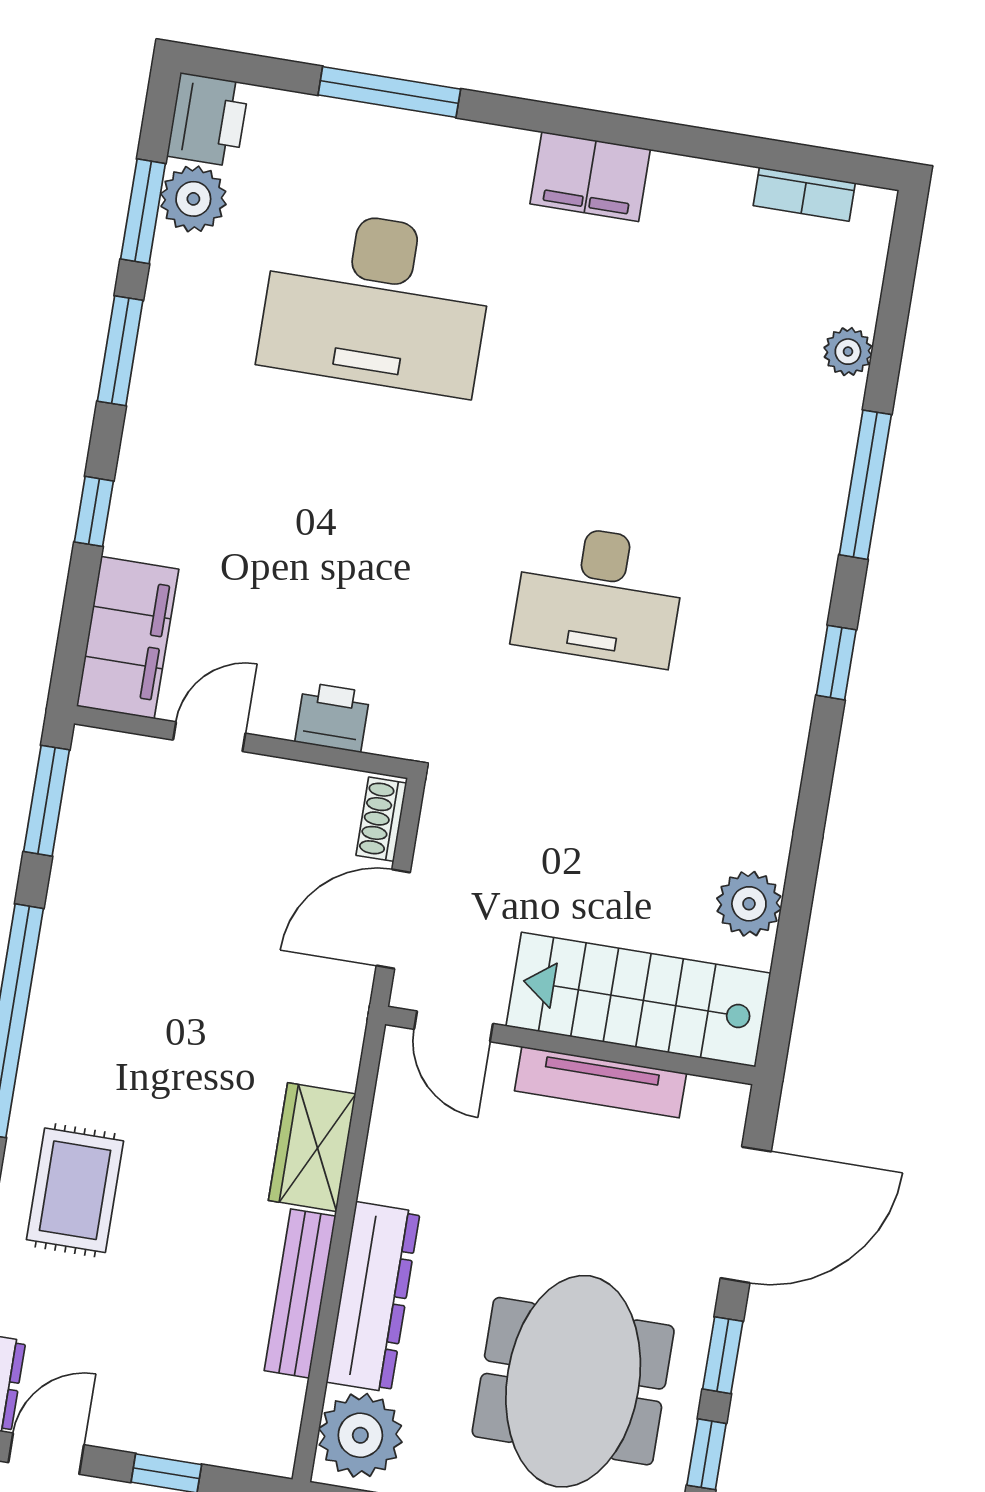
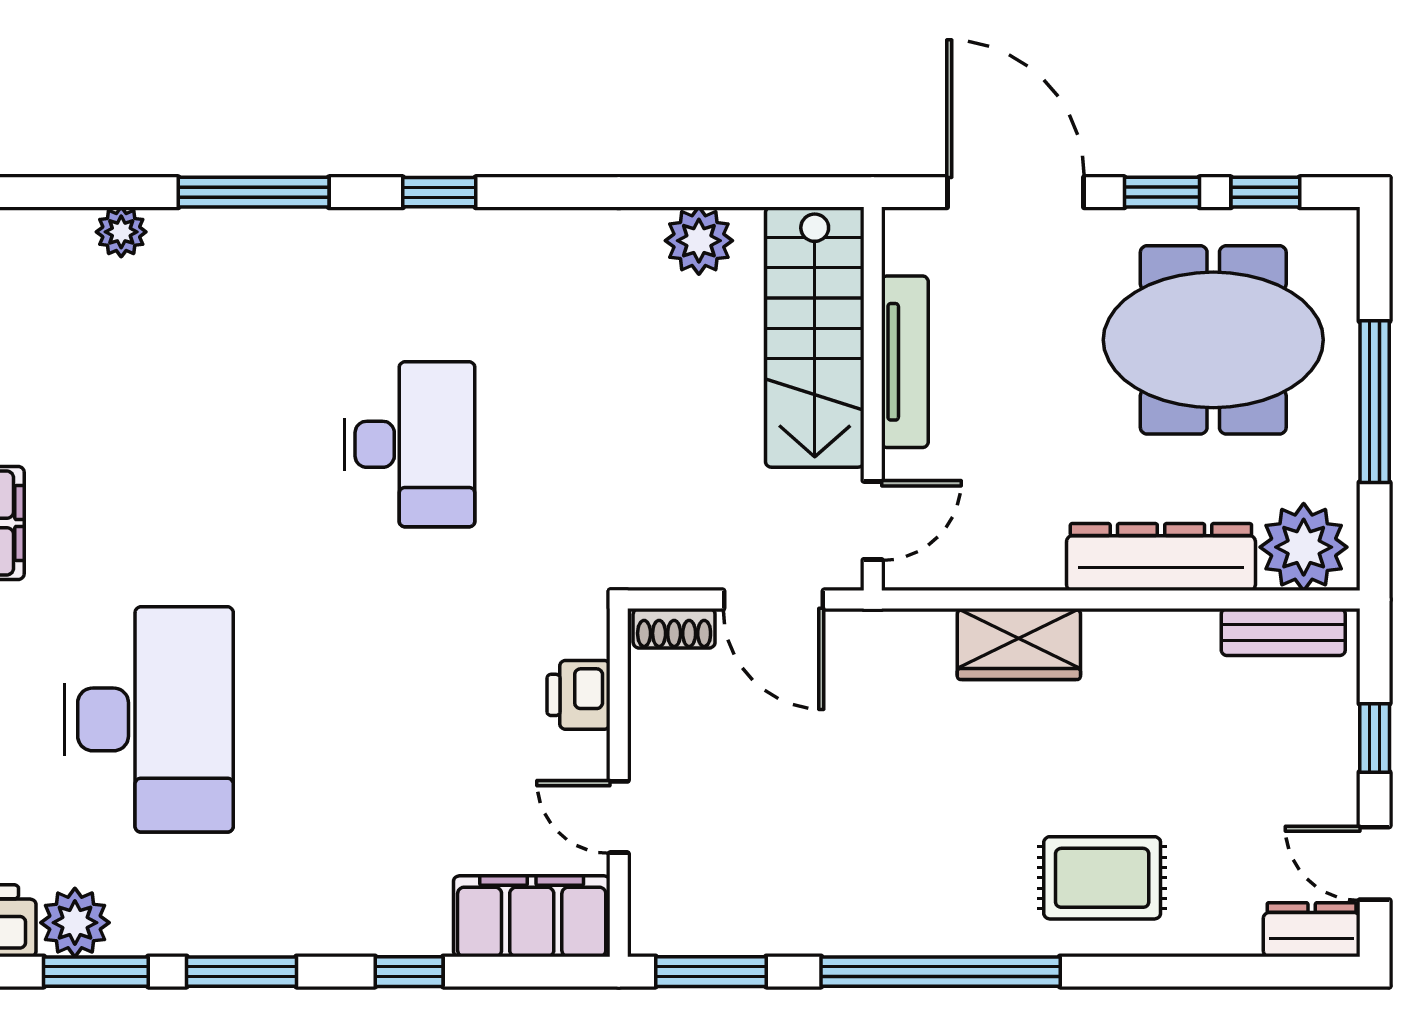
bench: (300, 1293) -> (1283, 632), moved, width x0.73

